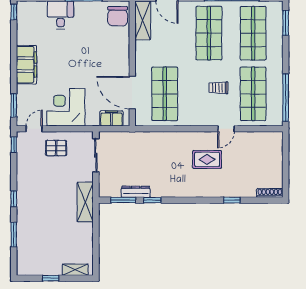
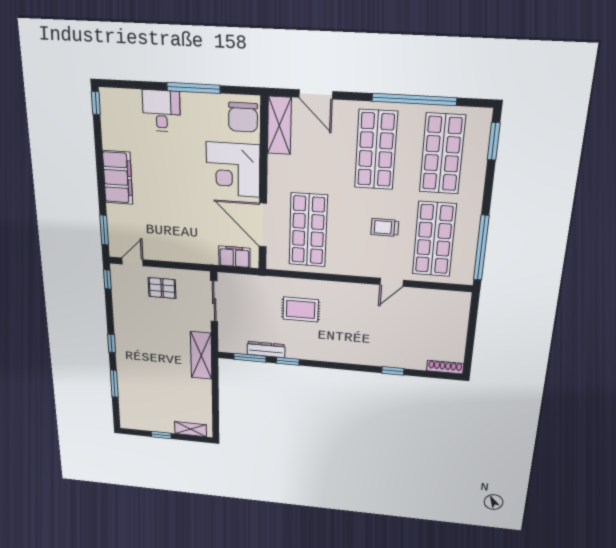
corner desk: (66, 107) -> (233, 170), moved, turned -90
rug: (207, 159) -> (301, 309), moved

